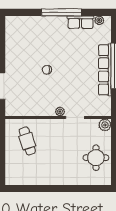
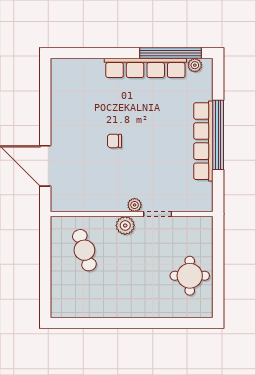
window: (62, 12) -> (171, 53), moved
row of seats: (81, 22) -> (145, 68), width x2.02
plant: (105, 125) -> (125, 225), moved

